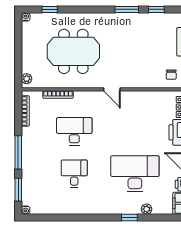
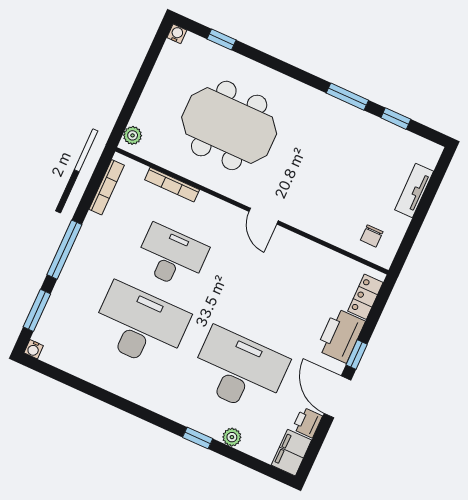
desk: (74, 174) -> (140, 326), width x1.87, depth x1.30

